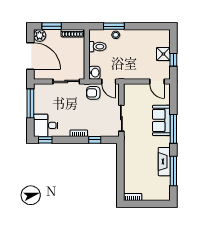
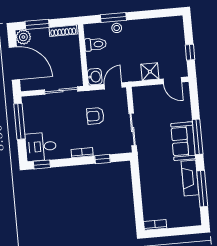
shower: (163, 54) -> (150, 72), moved
door: (109, 81) -> (113, 86), swing flipped
armchair: (93, 93) -> (95, 116), moved
sofa: (161, 120) -> (183, 141), moved

